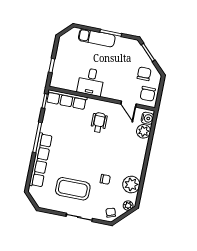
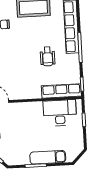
desk: (91, 82) -> (60, 113), moved, width x1.37
wheelchair: (99, 122) -> (48, 56), moved

